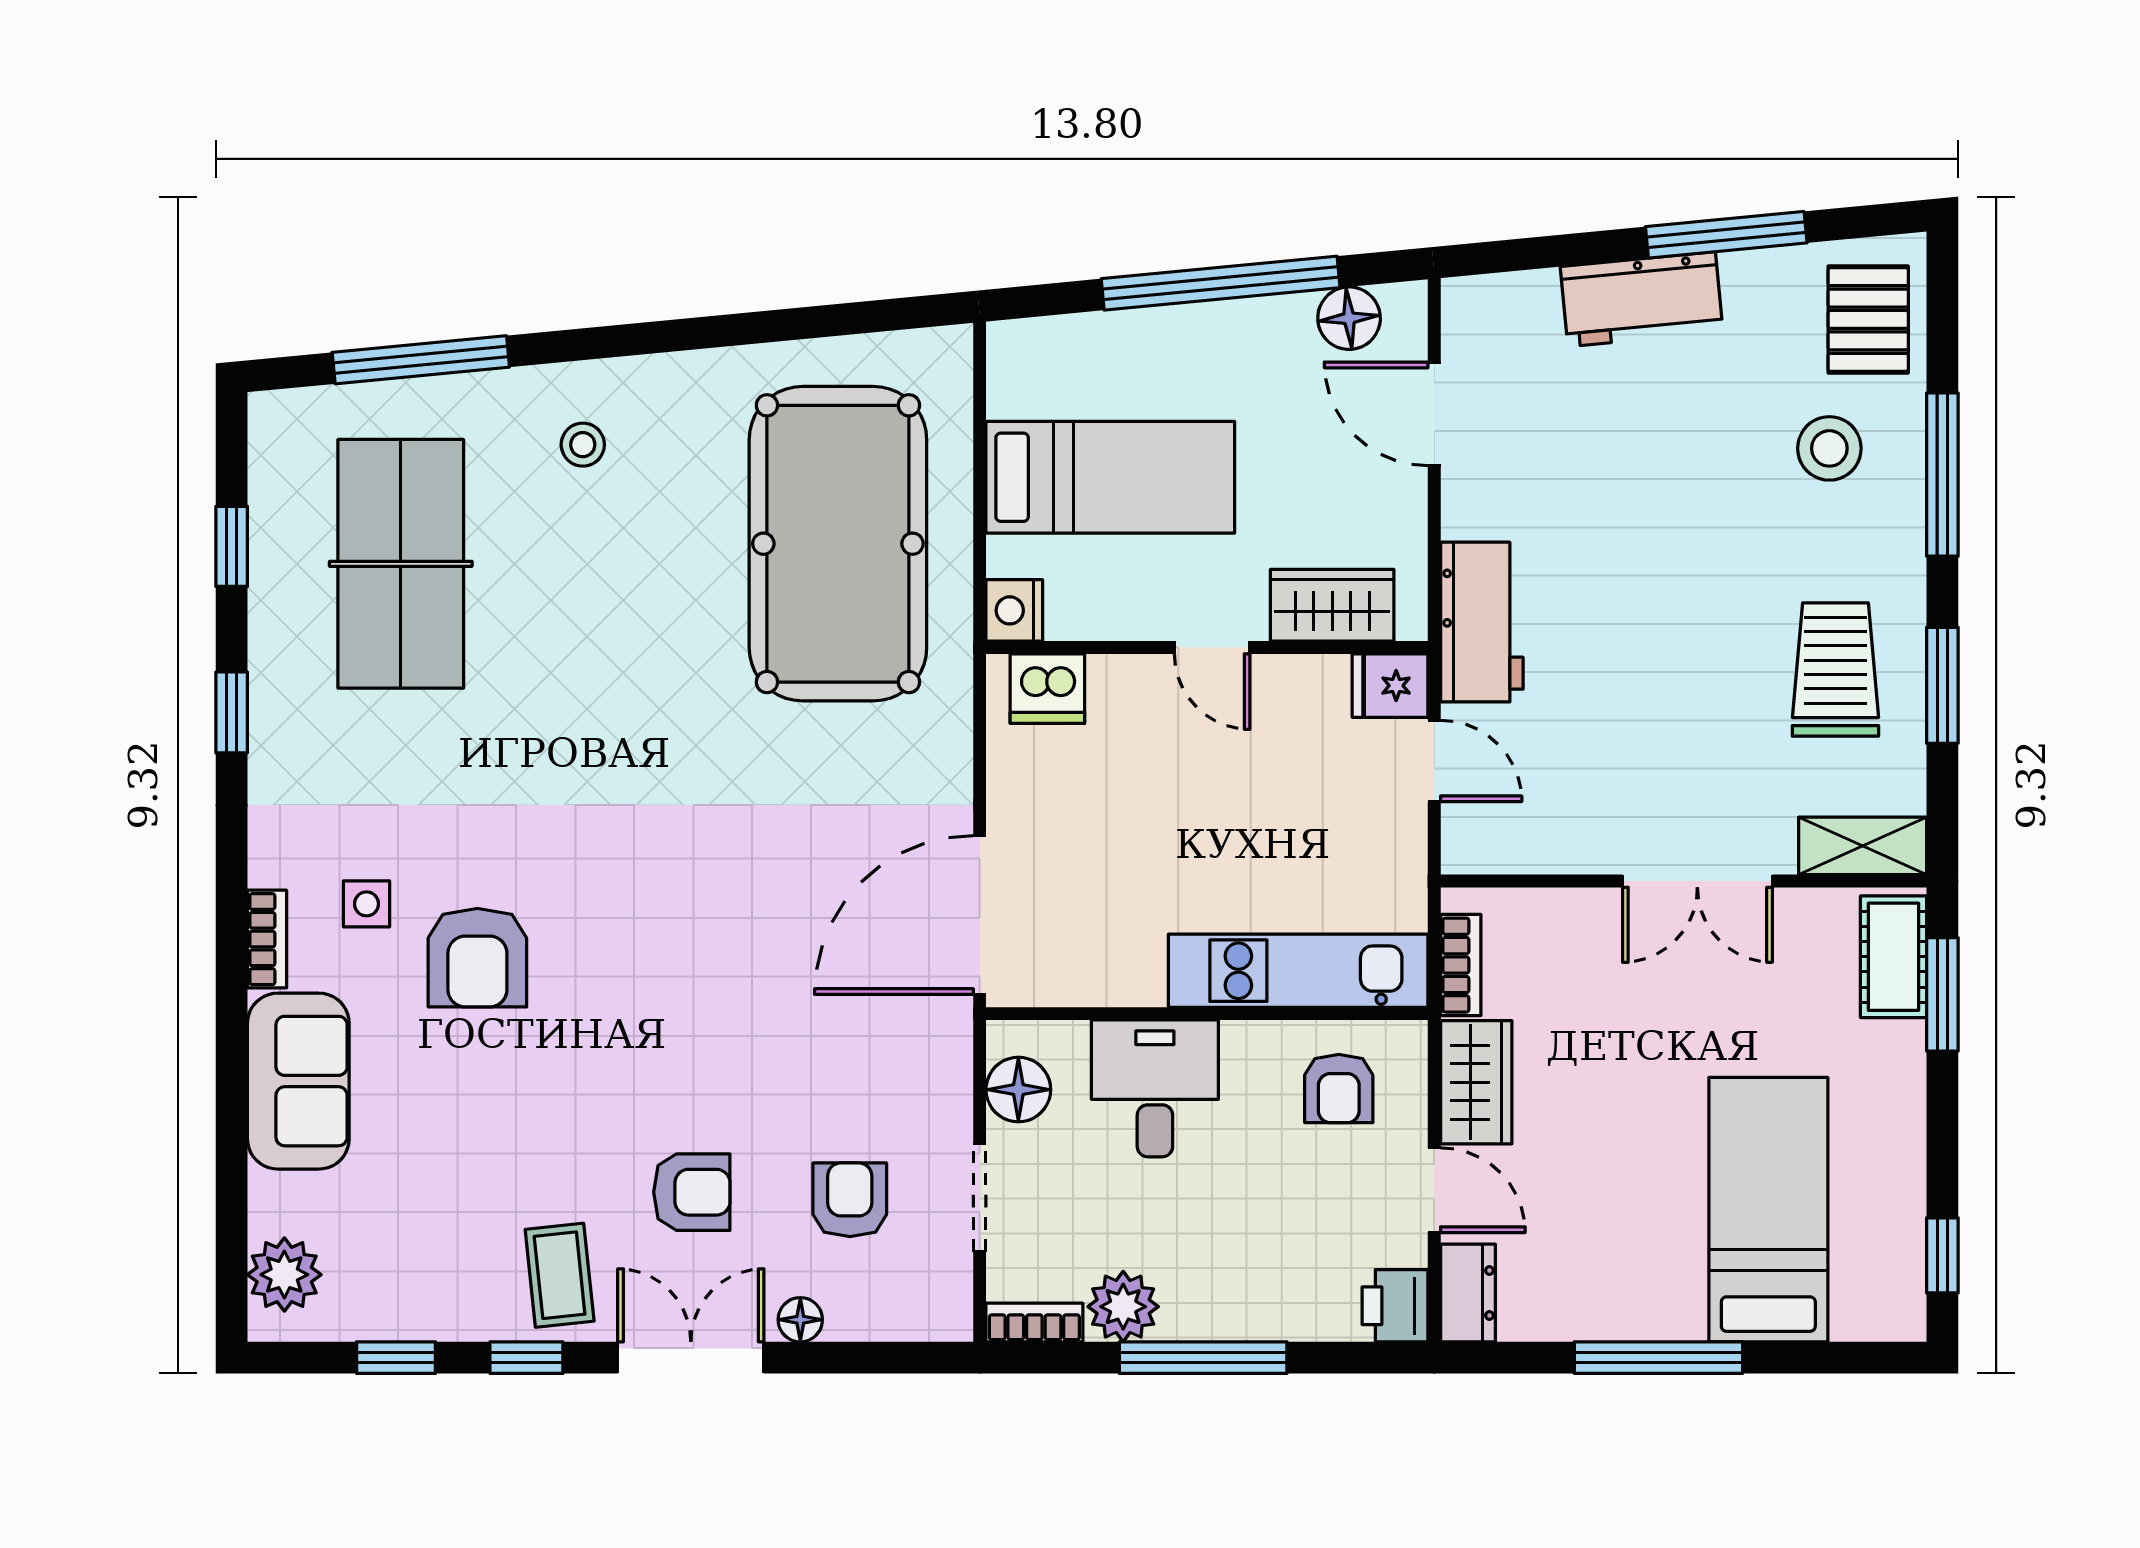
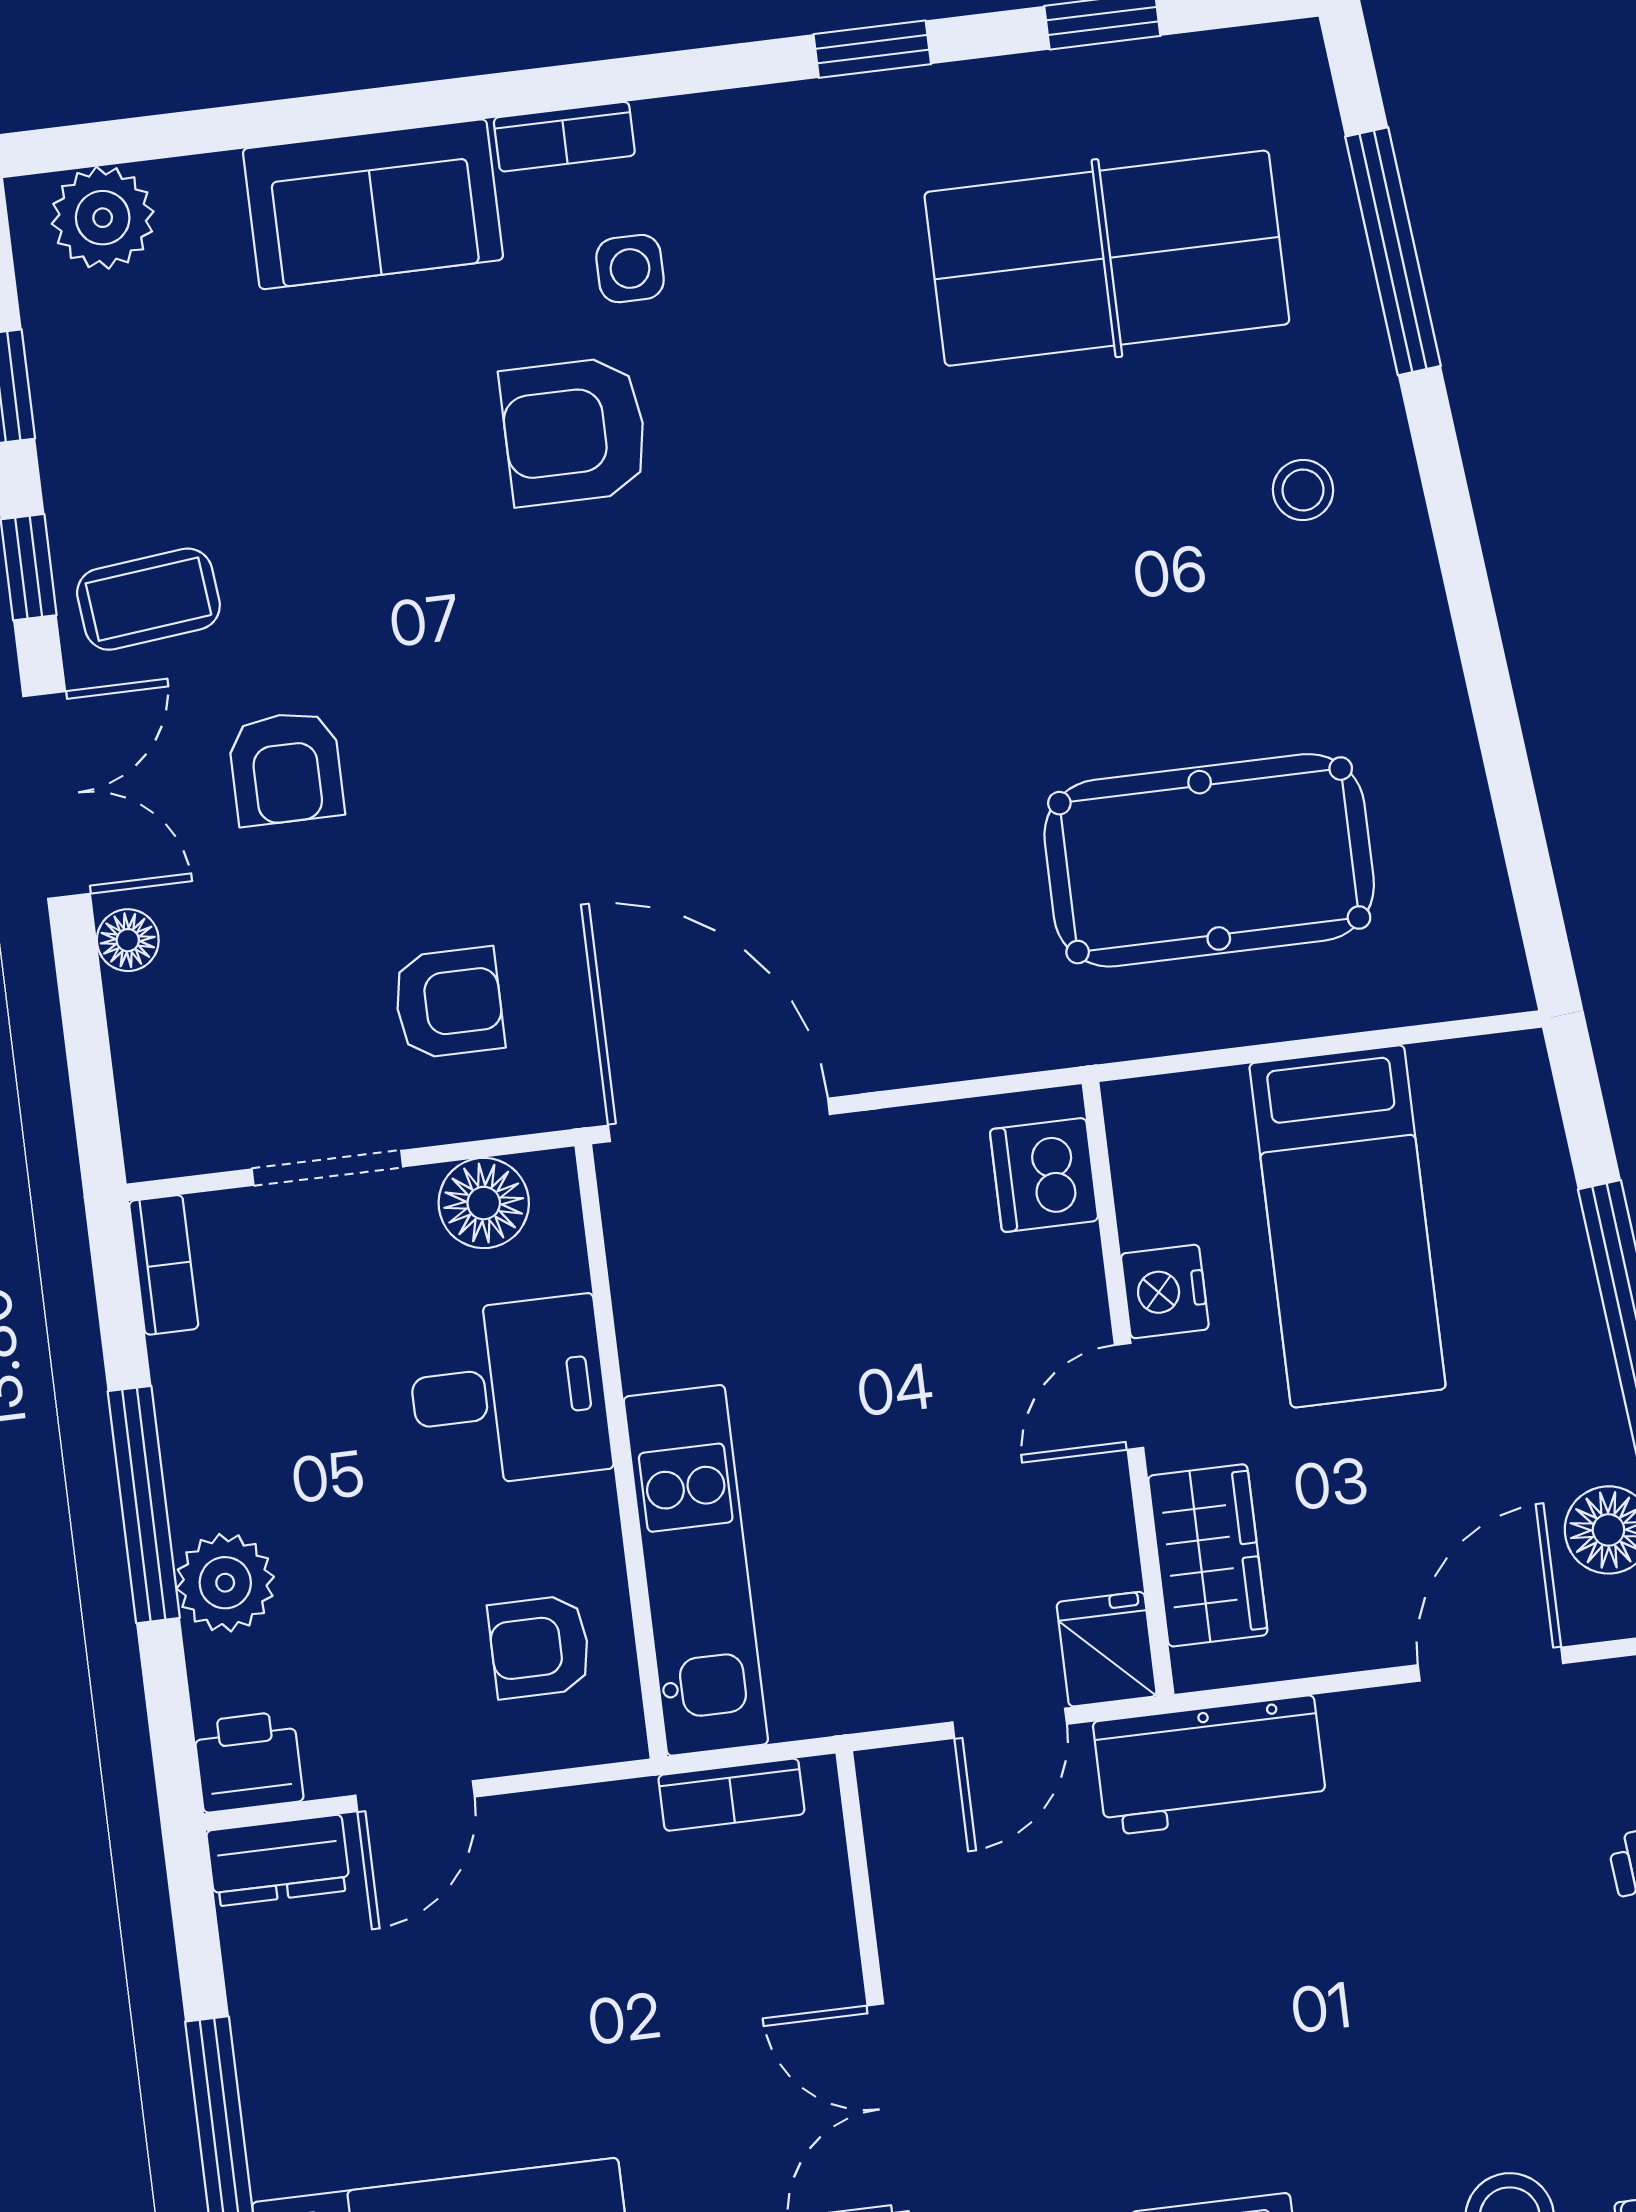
pool table: (838, 544) -> (1209, 860), width x0.73, depth x0.76
nightstand: (1014, 610) -> (1165, 1291), moved, turned -90
wardrobe: (1476, 1082) -> (572, 1836), removed
armchair: (850, 1200) -> (449, 1003), moved
plant: (1123, 1307) -> (225, 1583), moved

